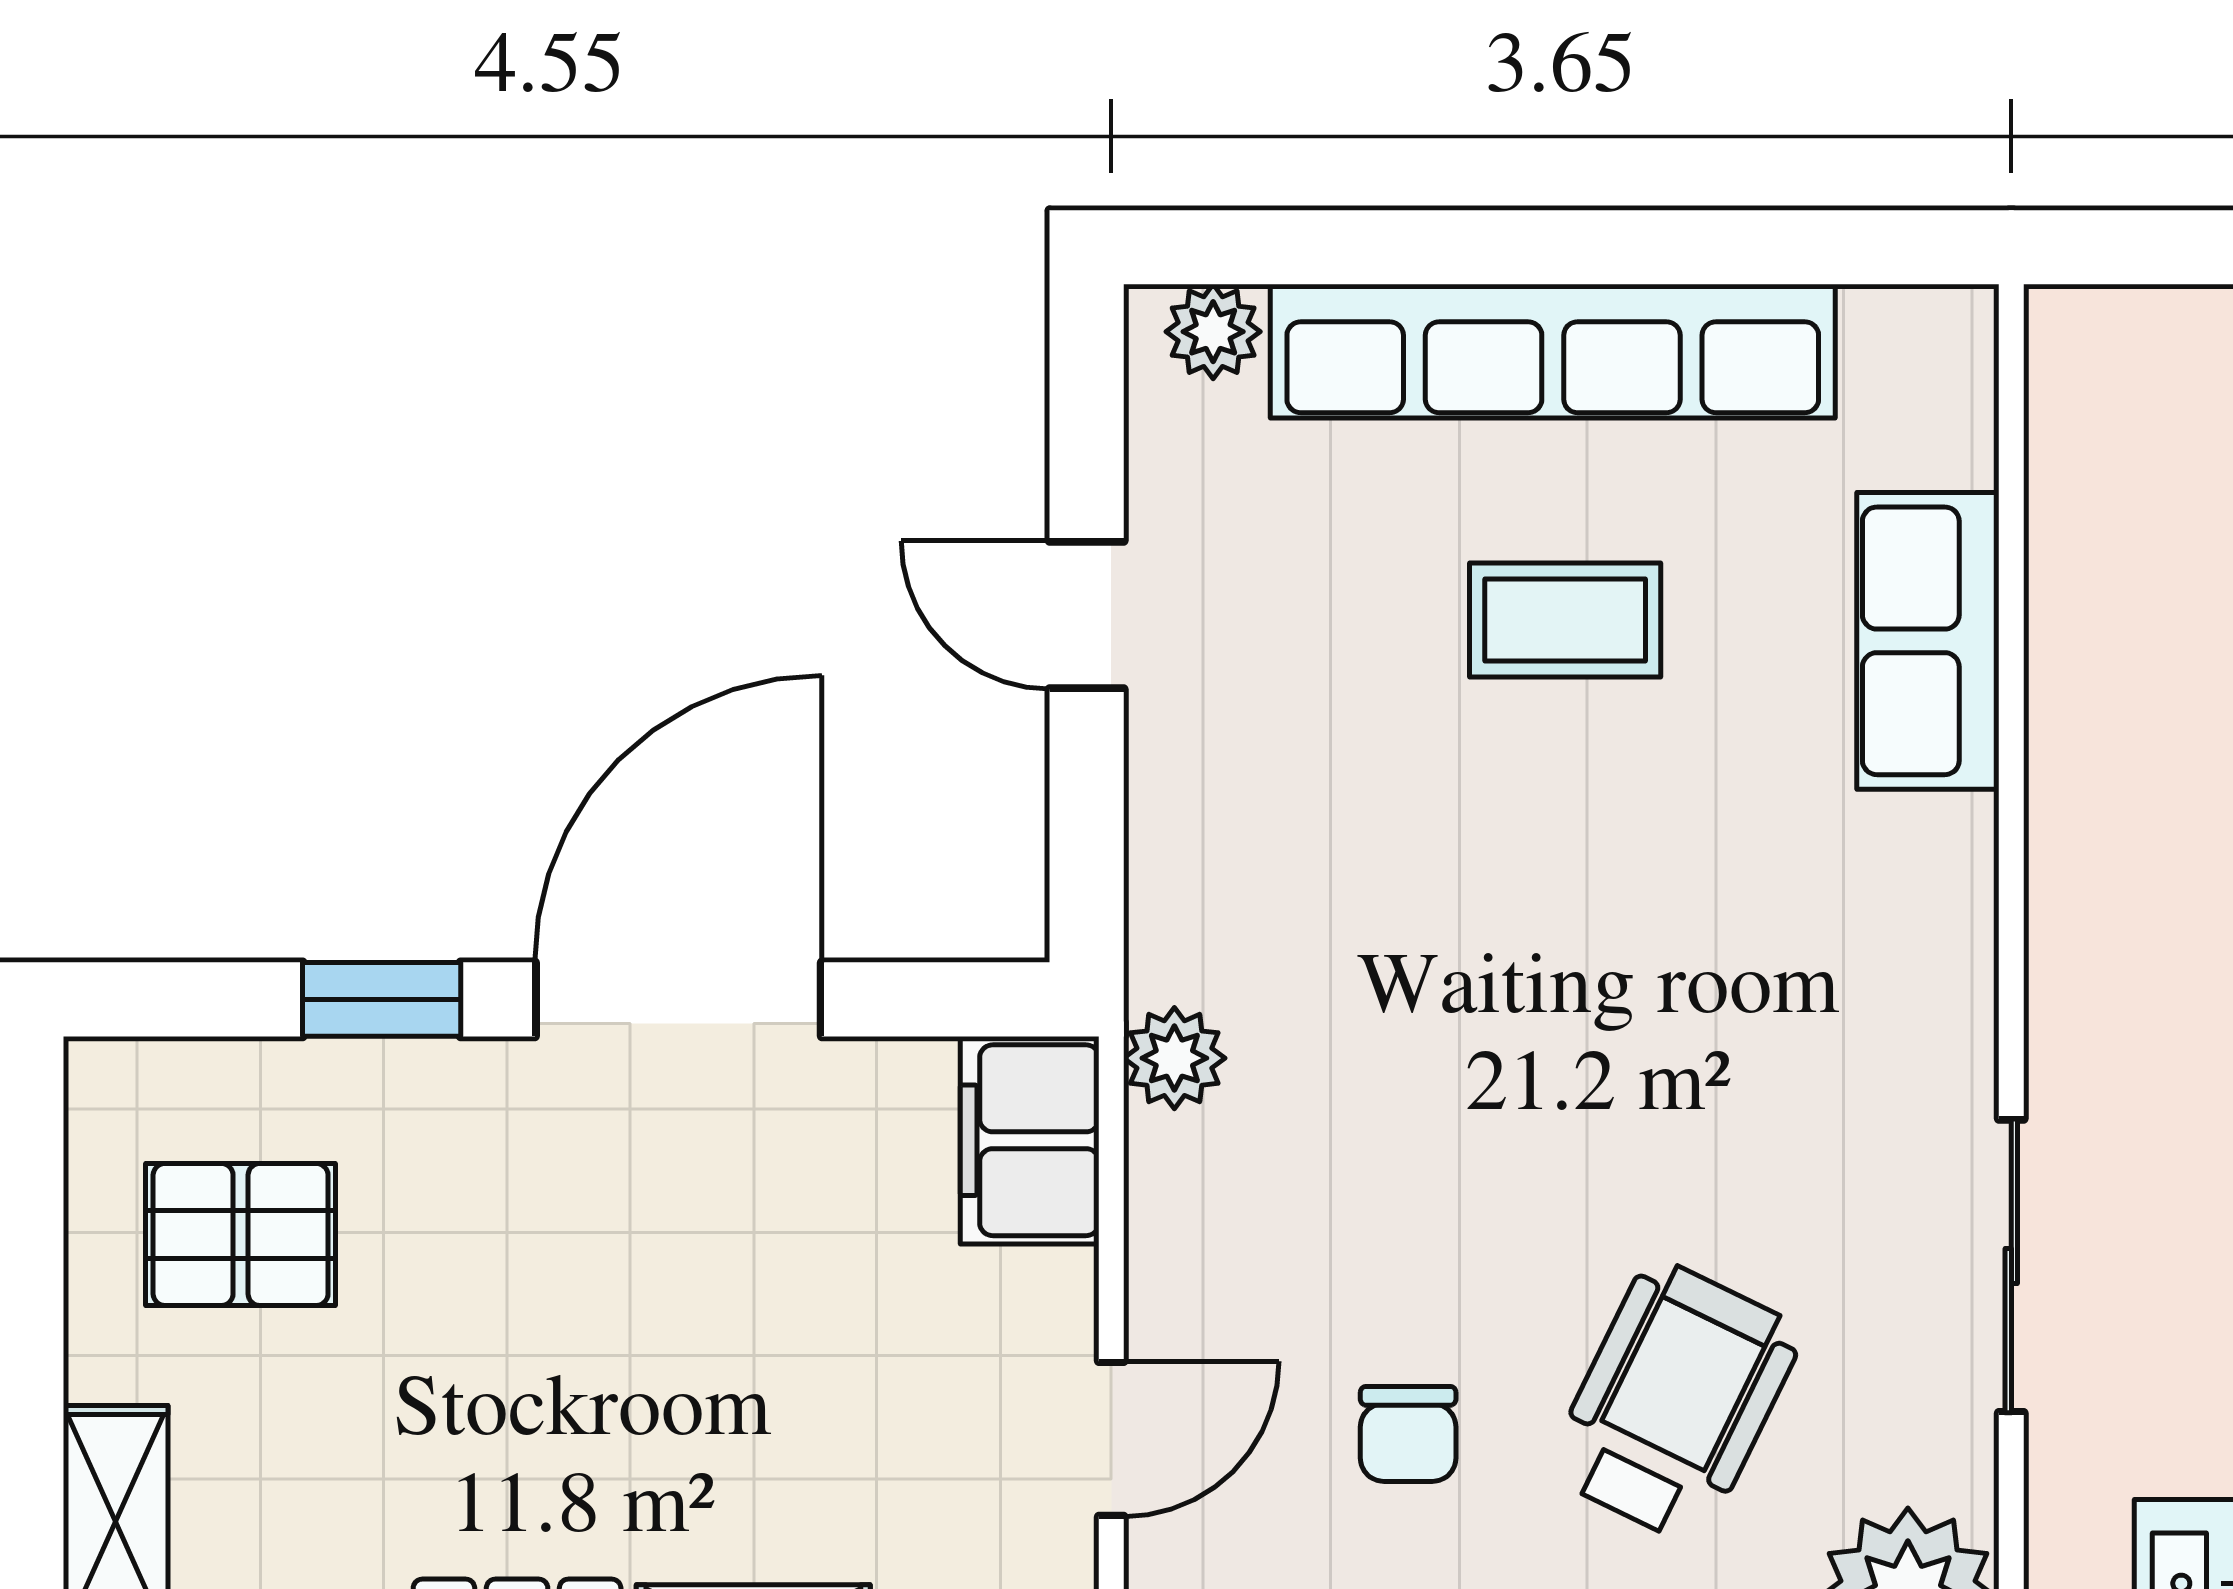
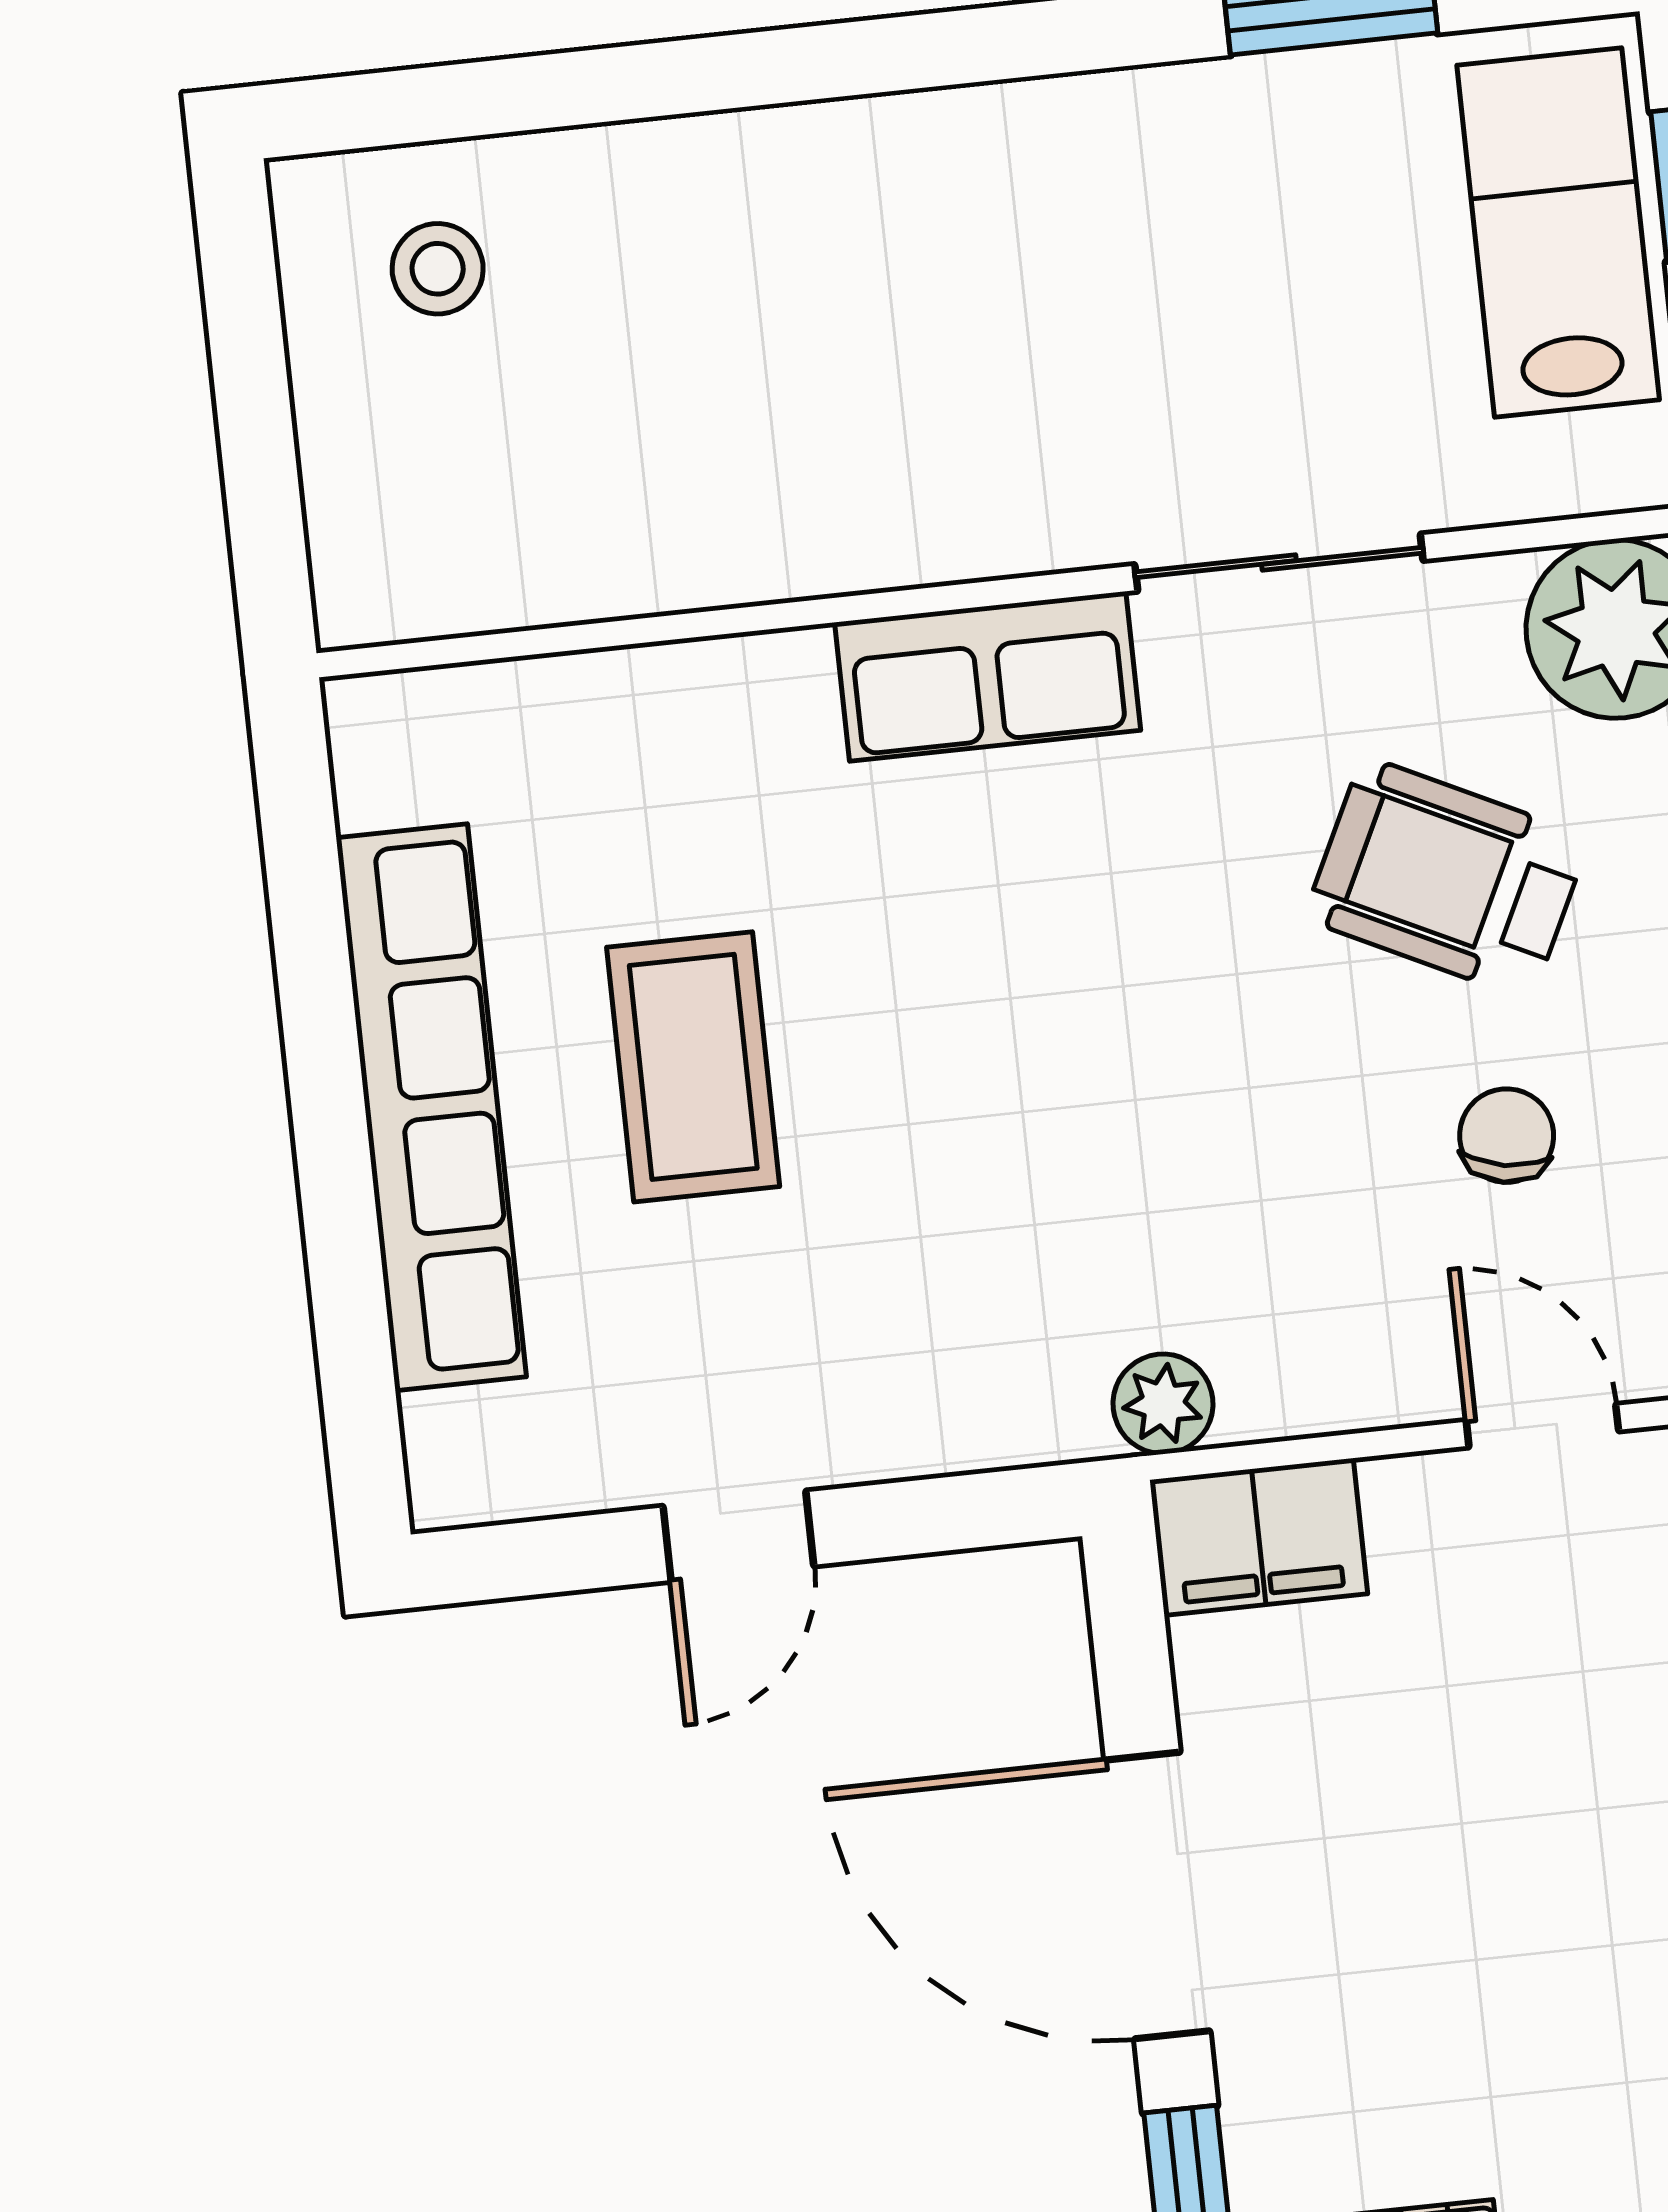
plant: (1213, 332) -> (448, 1442), removed
coffee table: (1565, 620) -> (693, 1067), width x1.36, depth x1.30
row of seats: (1928, 641) -> (988, 676), moved
chair: (1408, 1434) -> (1507, 1136), turned -80

